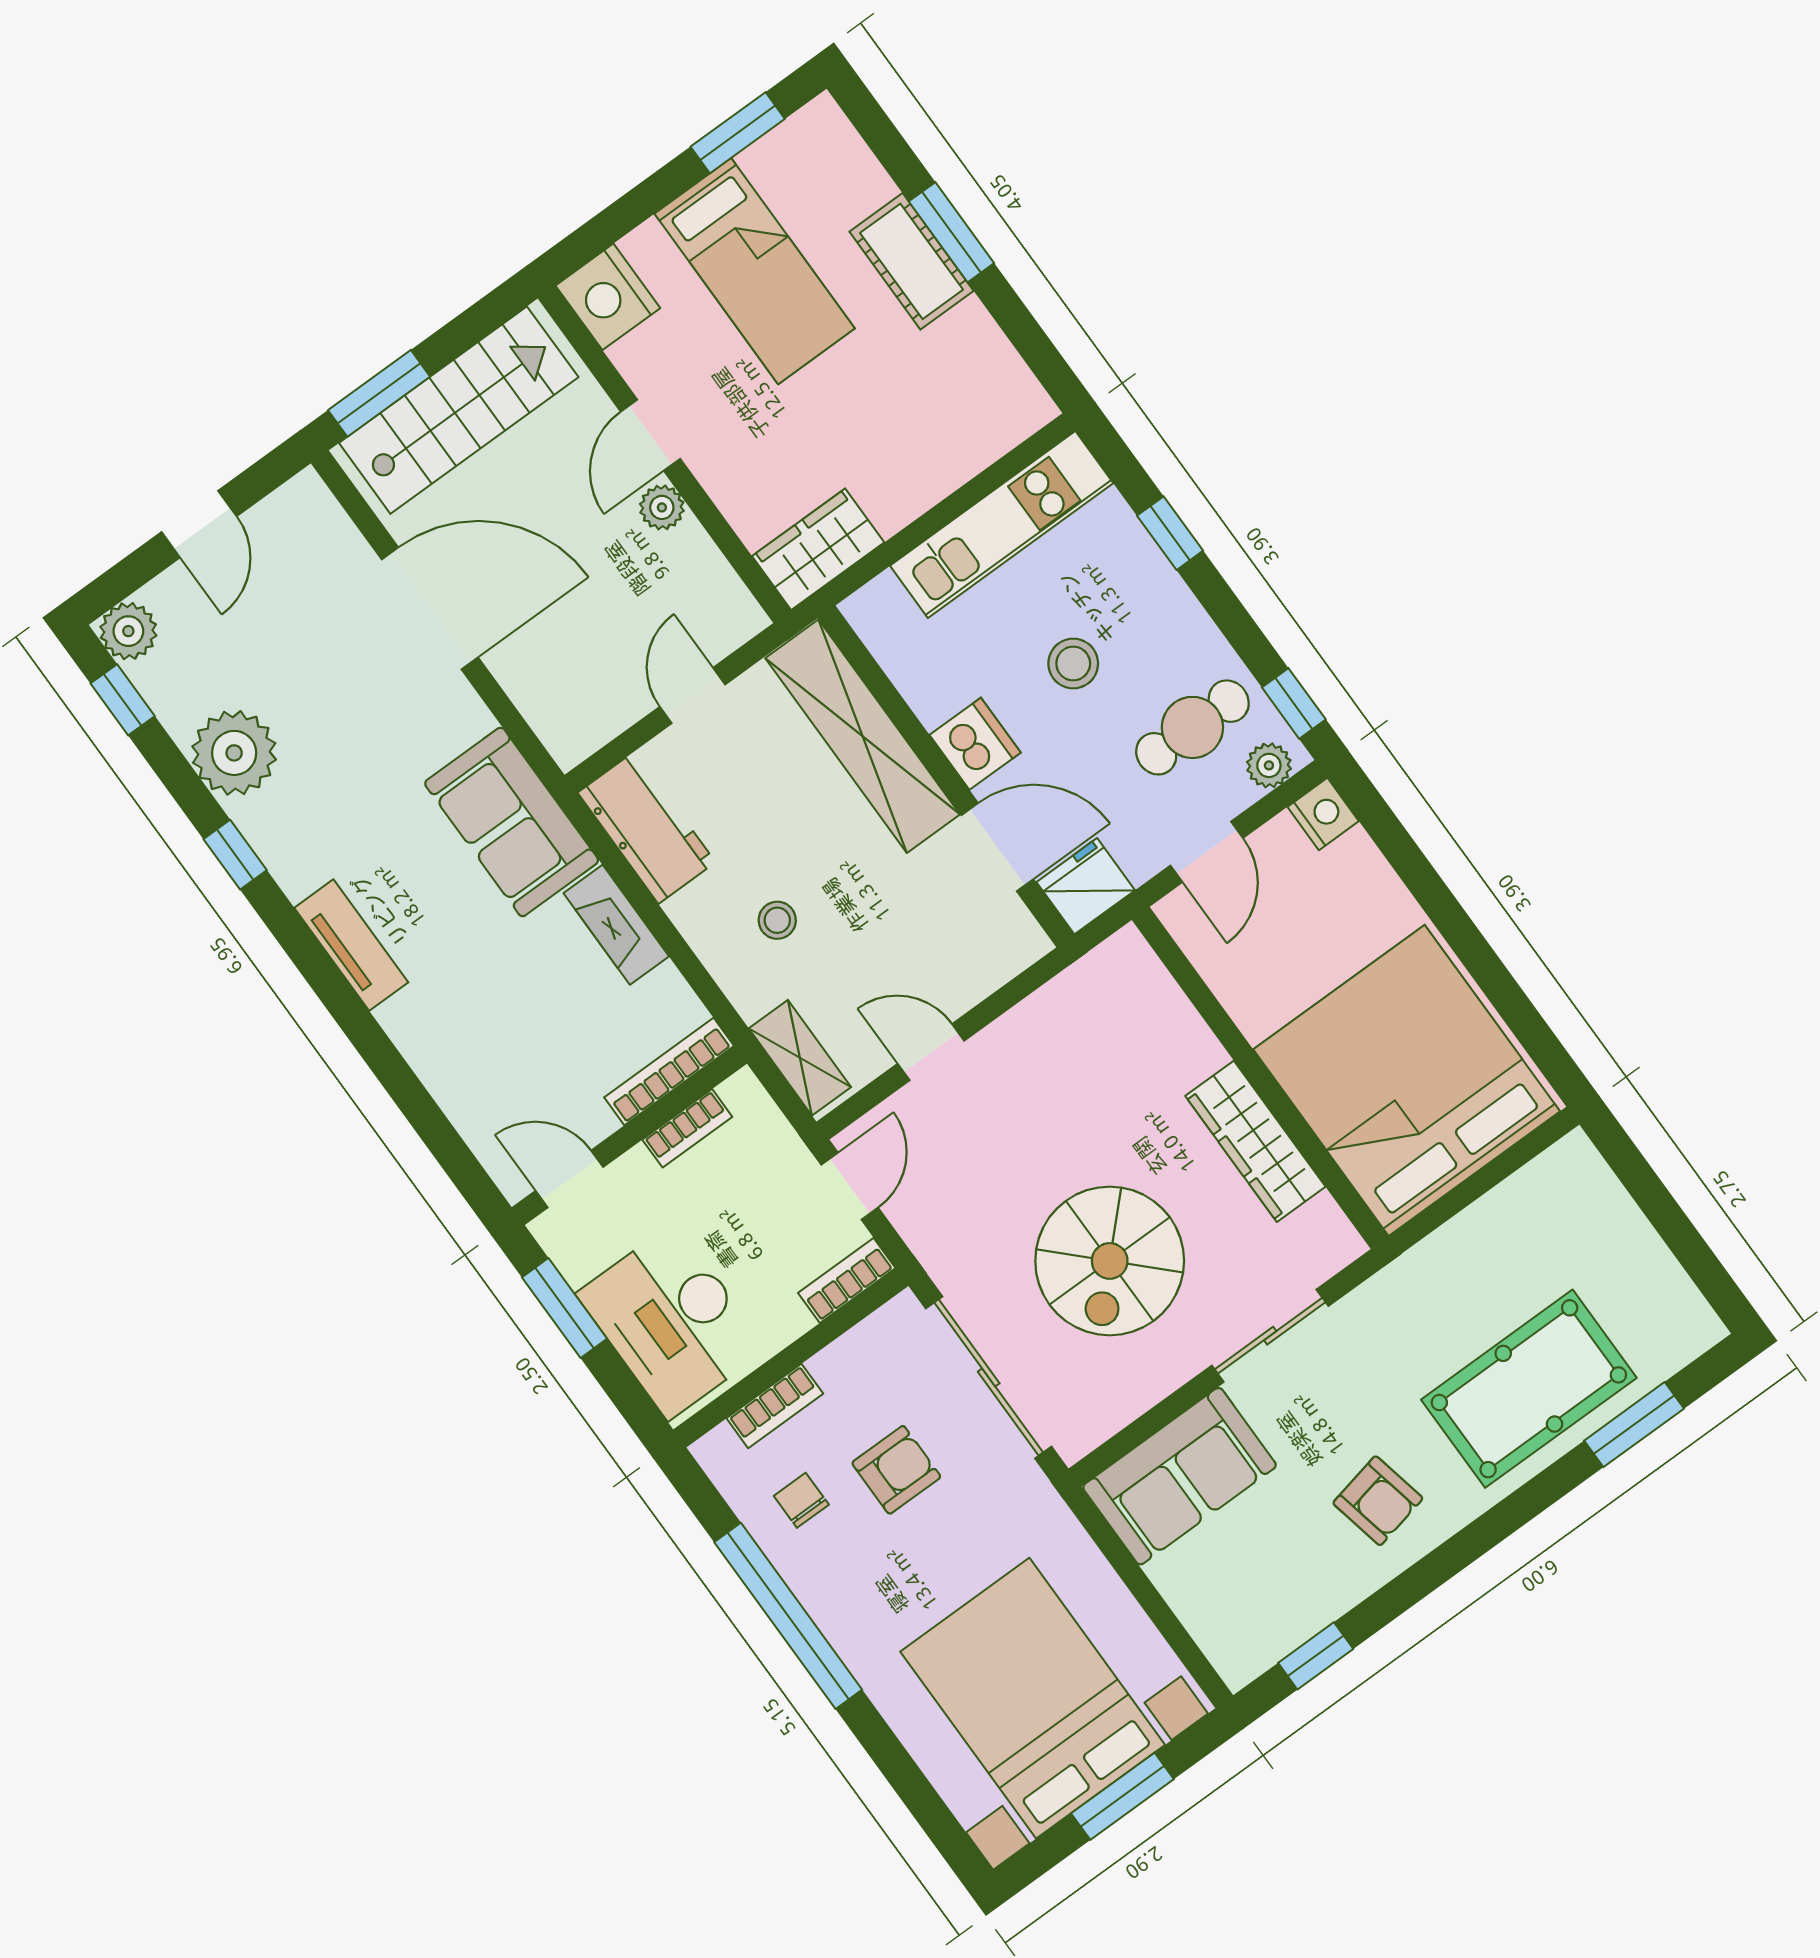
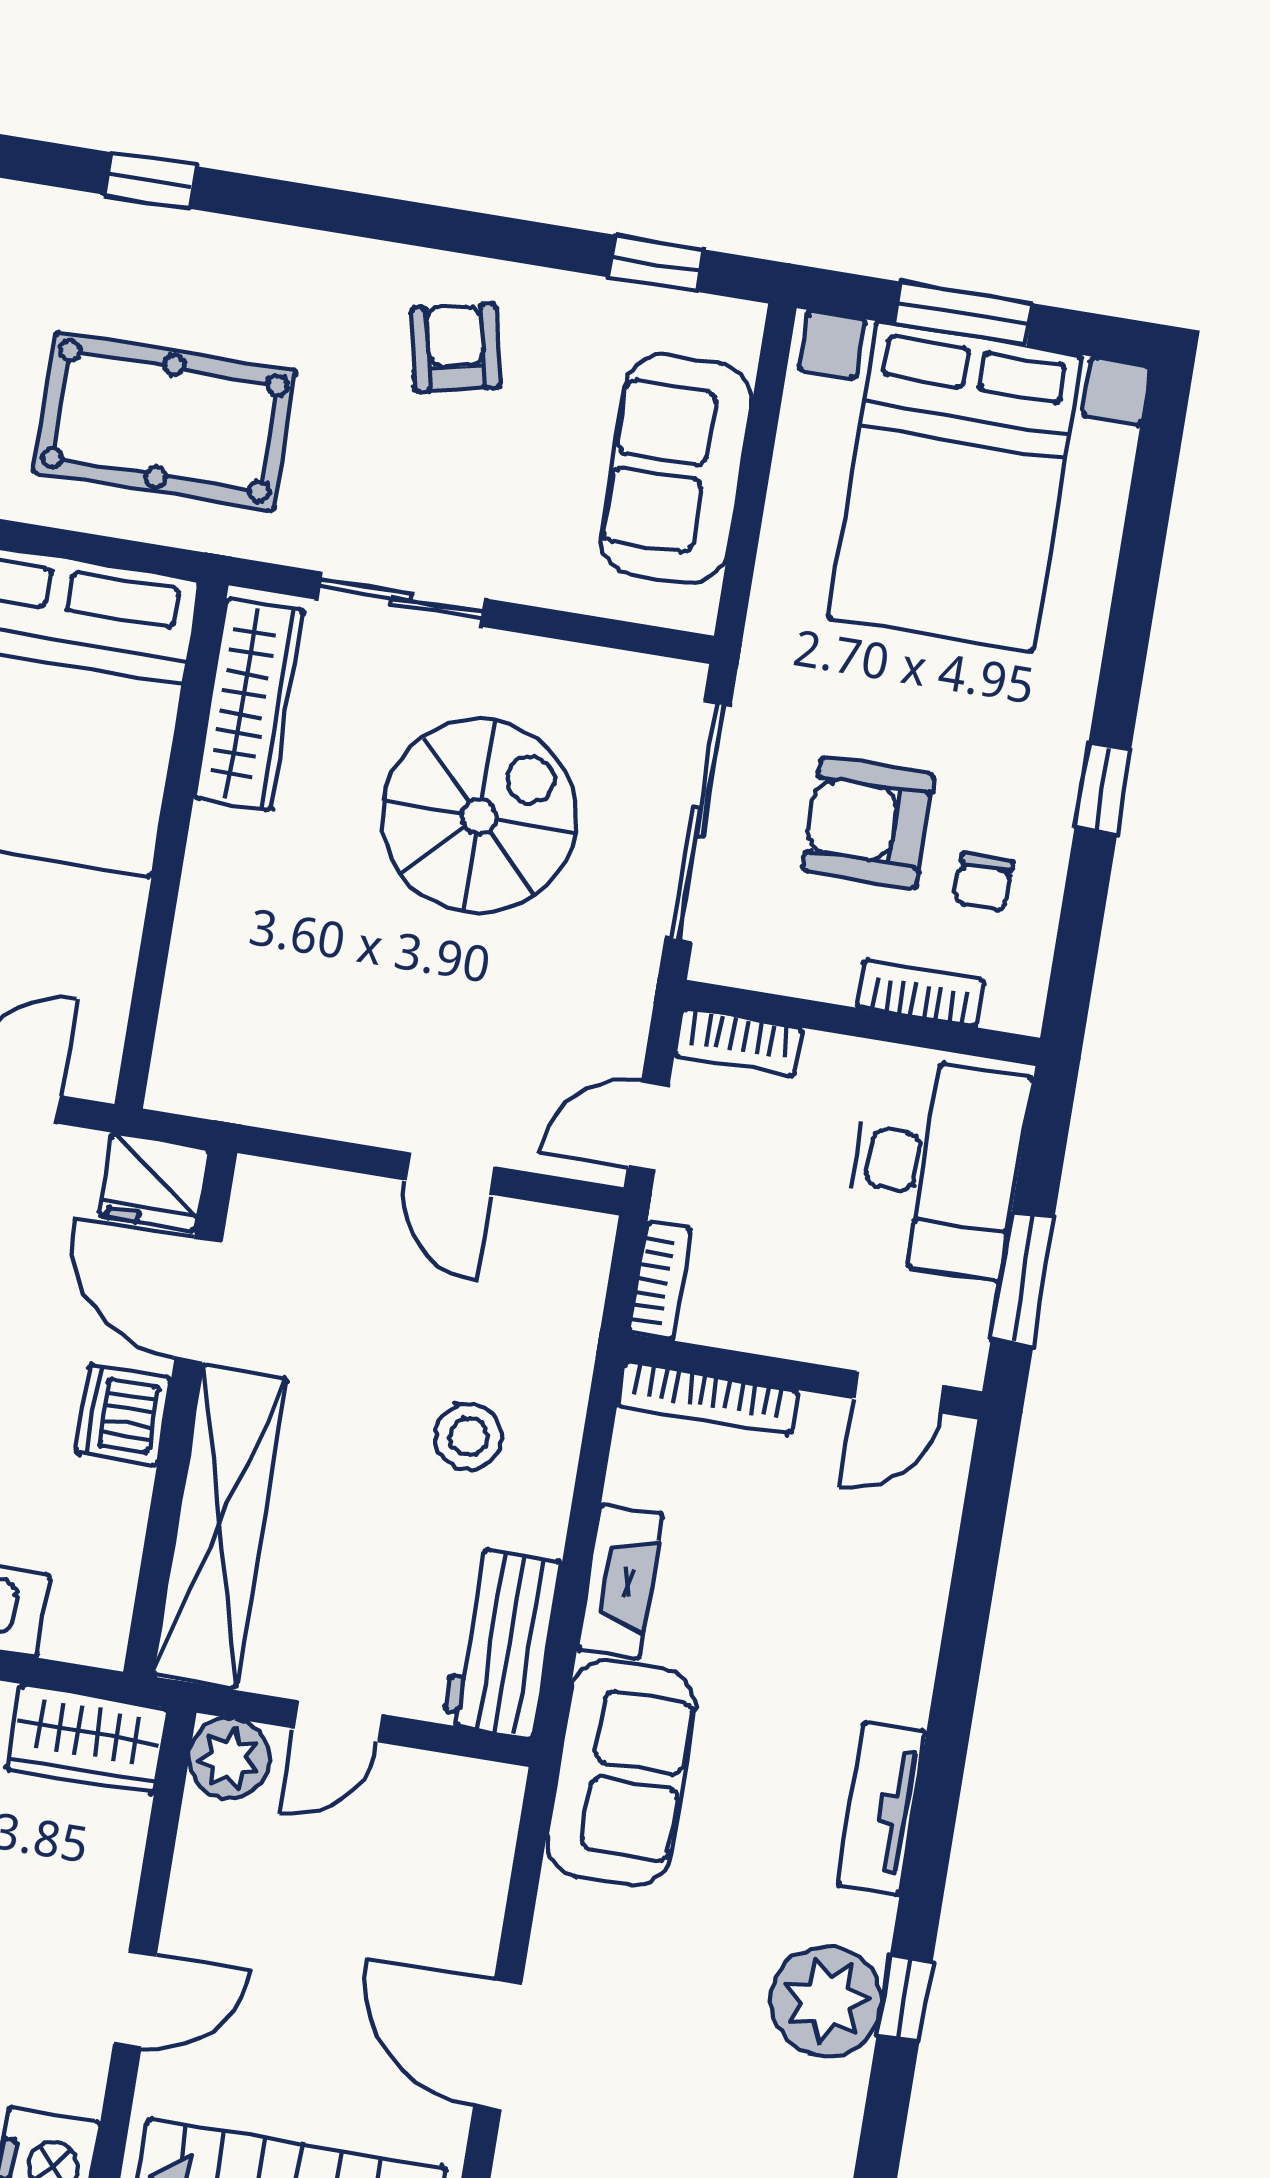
plant: (662, 507) -> (229, 1759), moved, width x1.38, depth x1.38
door: (430, 608) -> (498, 2044), width x0.73
plant: (234, 753) -> (826, 2001), moved
stool: (777, 920) -> (468, 1437), width x1.37, depth x1.37
shelving: (800, 1058) -> (575, 1290), removed
bookcase: (687, 1128) -> (660, 1281), moved, turned 90
wardrobe: (1255, 1141) -> (249, 704), moved
door: (569, 1179) -> (898, 1392), hinge flipped
pool table: (1529, 1389) -> (165, 421), moved
window: (1634, 1425) -> (150, 180), width x0.67
armchair: (896, 1470) -> (868, 822), width x1.38, depth x1.38
sofa: (1180, 1476) -> (676, 469), moved, turned -90
window: (788, 1616) -> (1103, 789), width x0.32

